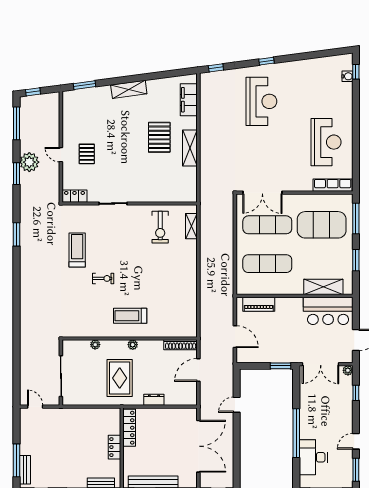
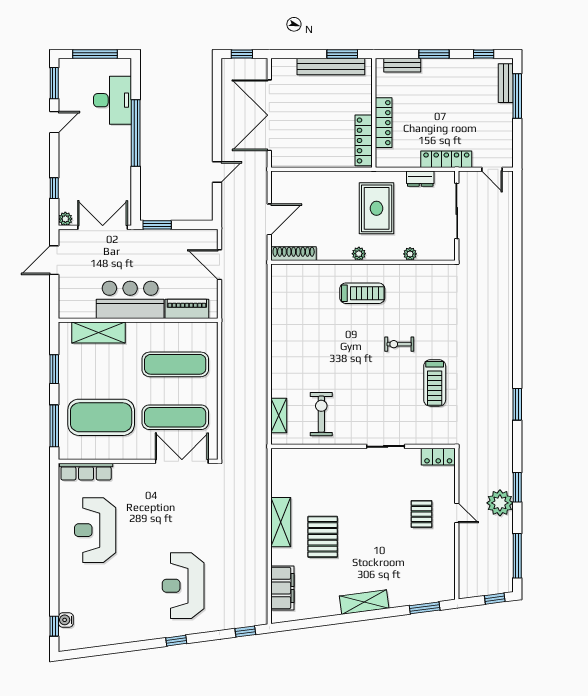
bar counter: (328, 311) -> (130, 300), moved
dresser: (154, 400) -> (420, 179), moved
locker: (69, 414) -> (446, 159), added
locker: (114, 447) -> (384, 123), width x1.53

